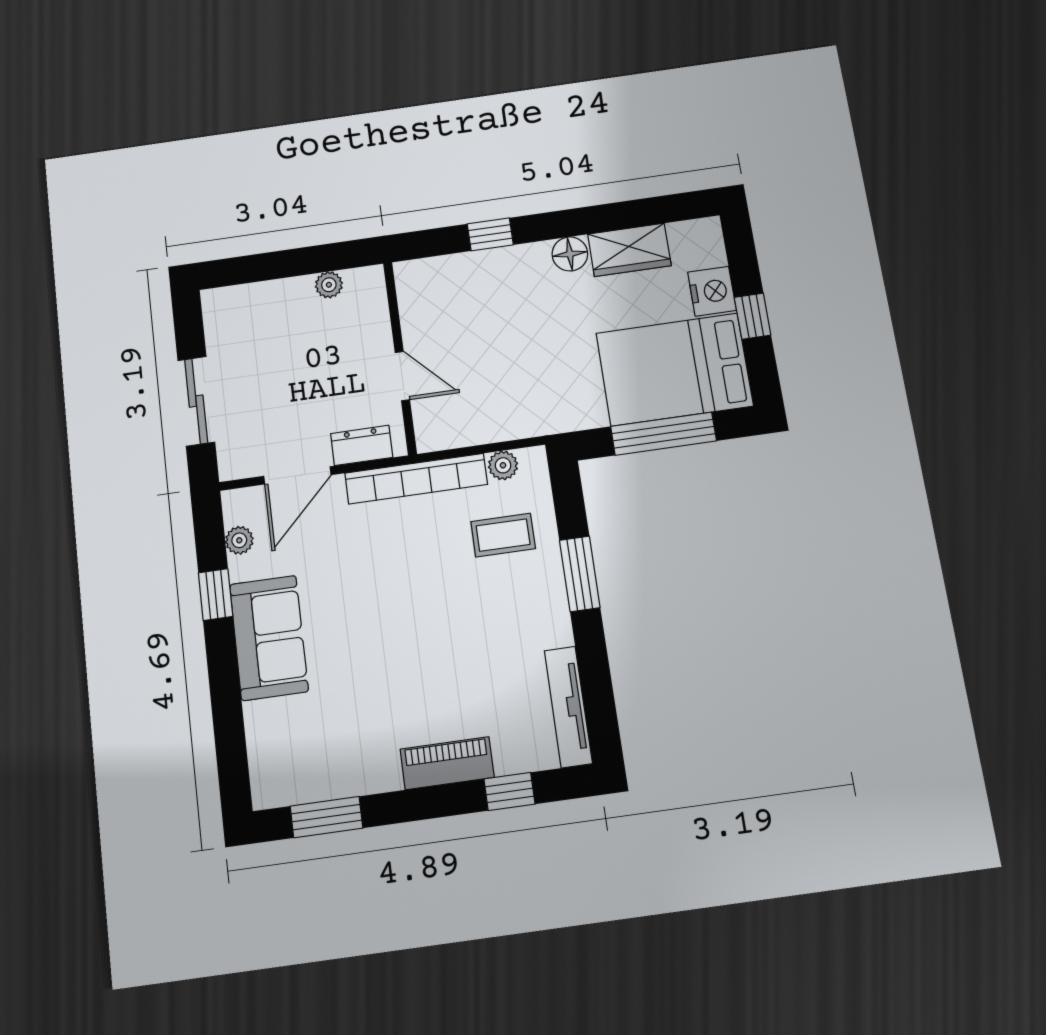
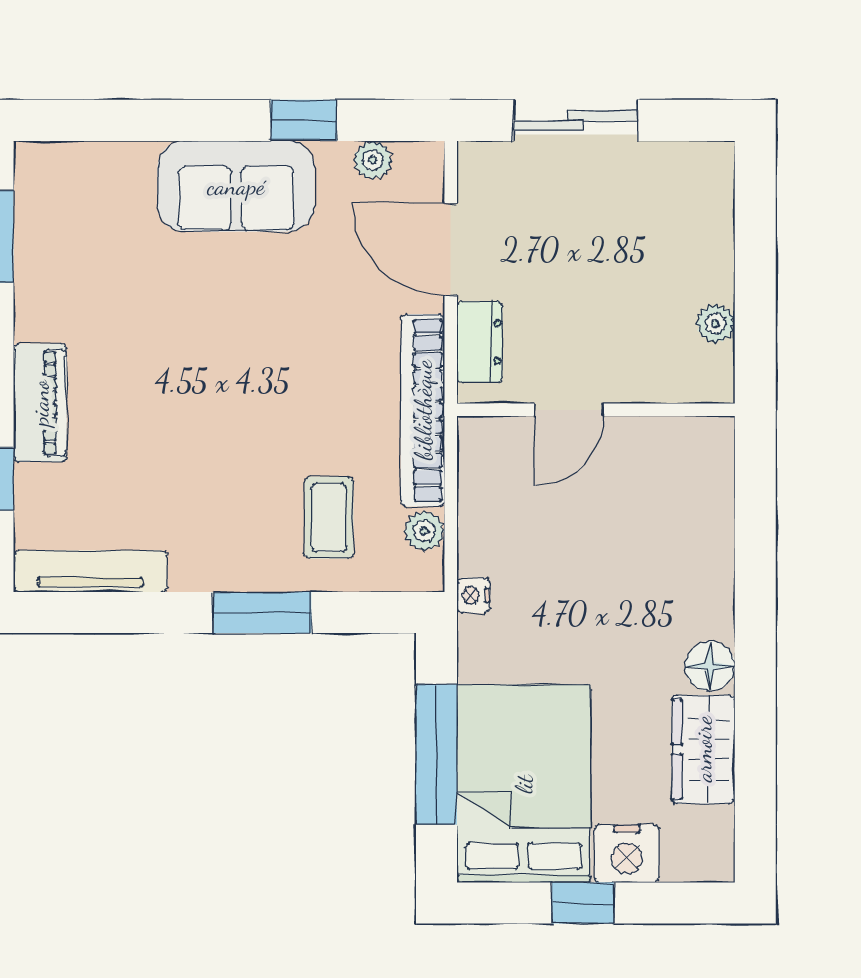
window: (490, 234) -> (755, 559), removed
nightstand: (544, 424) -> (473, 595), added

